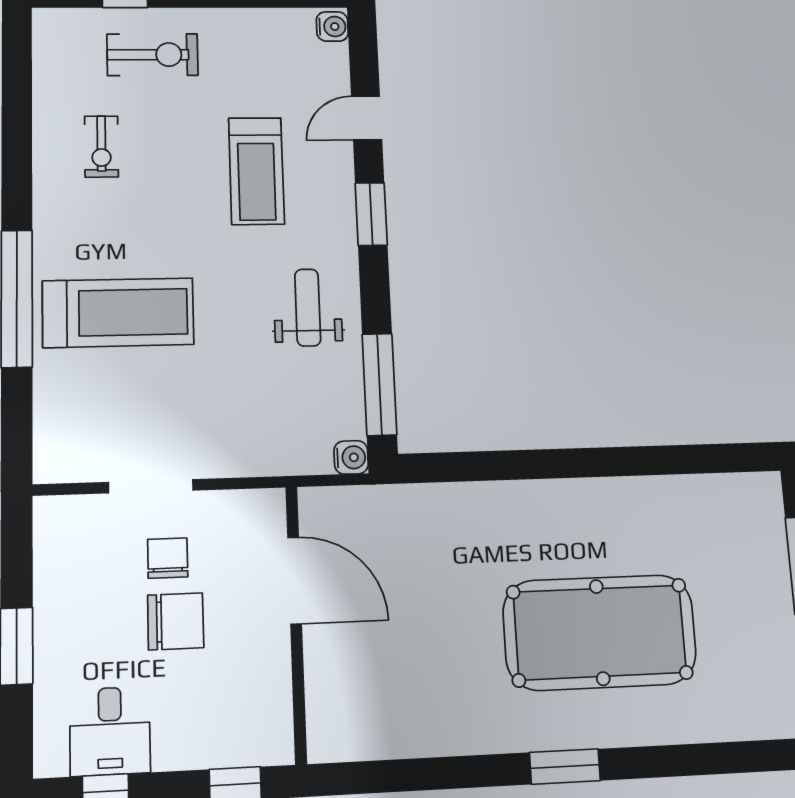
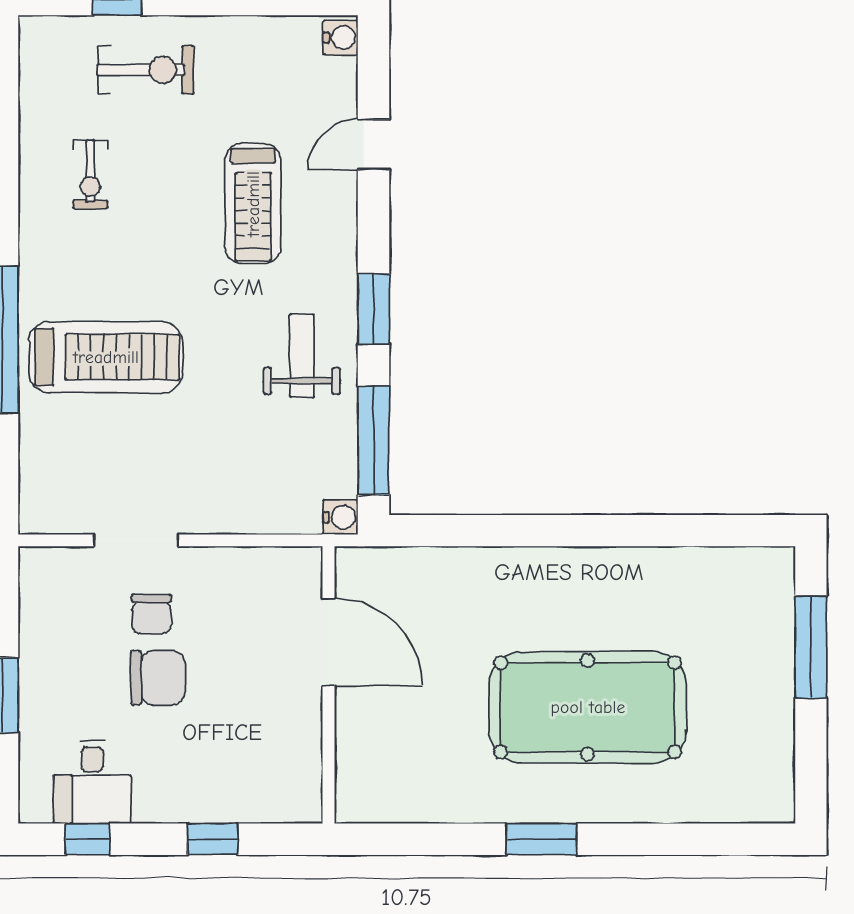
window: (371, 214) -> (373, 309), moved
chair: (168, 558) -> (151, 614), turned 180
door: (295, 581) -> (329, 642), moved
wall: (296, 623) -> (329, 685), moved

